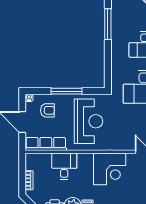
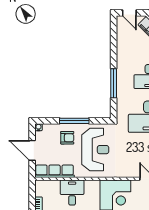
window: (108, 24) -> (114, 83), moved
armchair: (47, 110) -> (67, 138), moved

